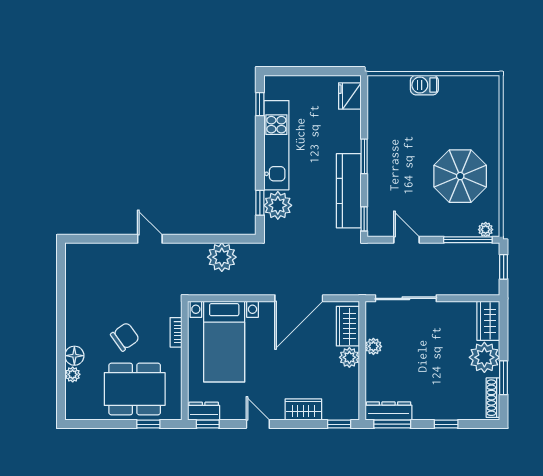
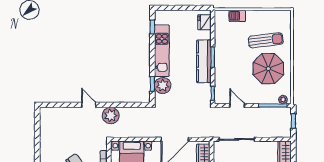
barbecue: (424, 85) -> (237, 16), moved
sun lounger: (456, 127) -> (266, 40), added
kitchen counter: (349, 191) -> (204, 61), moved
plant: (222, 257) -> (111, 116), moved

